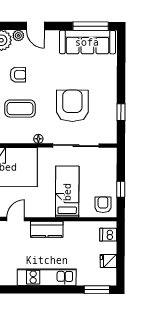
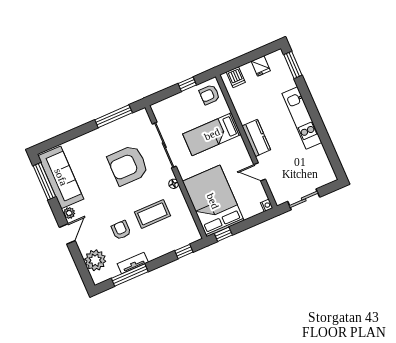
plant: (18, 35) -> (69, 213), moved
coffee table: (20, 109) -> (152, 214), turned 90
window: (121, 112) -> (114, 116), width x2.17

